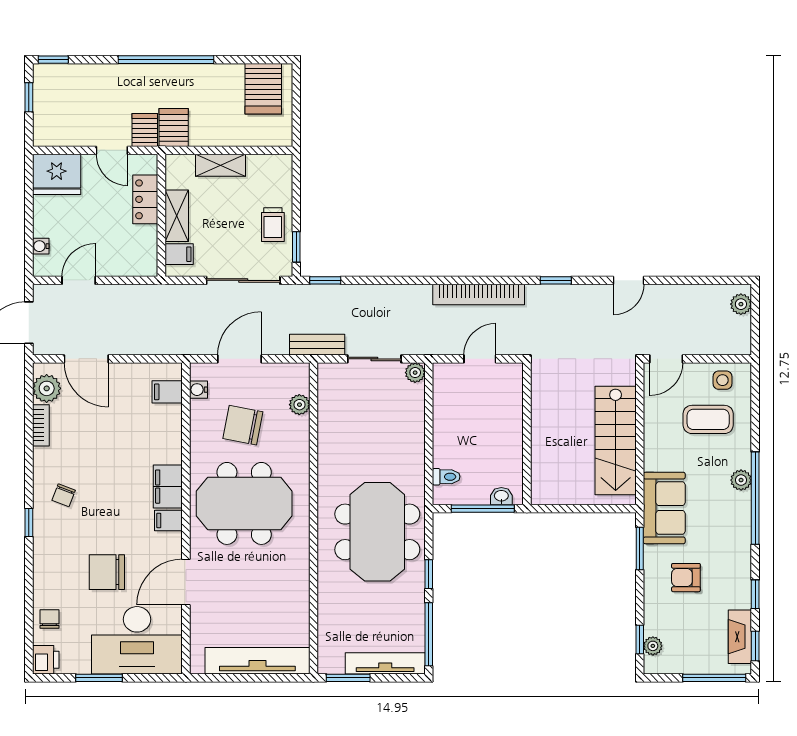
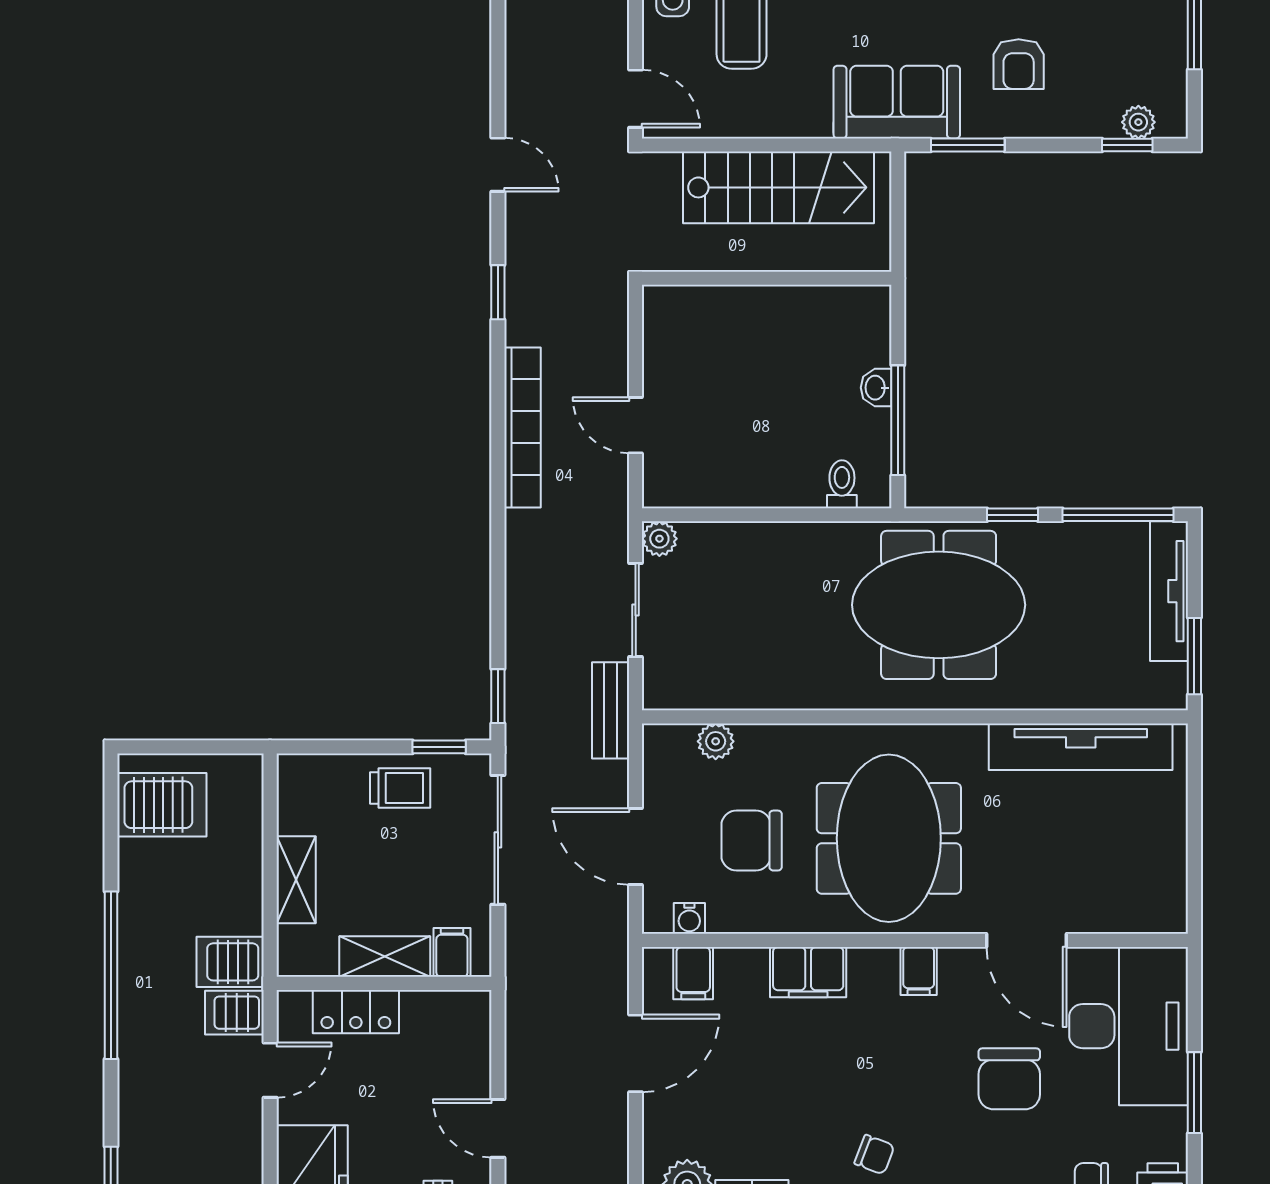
door: (86, 359) -> (636, 1053), moved
chair: (243, 425) -> (752, 841), turned 79
wall: (527, 434) -> (767, 278), moved
filing cabinet: (168, 487) -> (808, 972), moved
tv unit: (257, 661) -> (1081, 747), moved, turned -90

